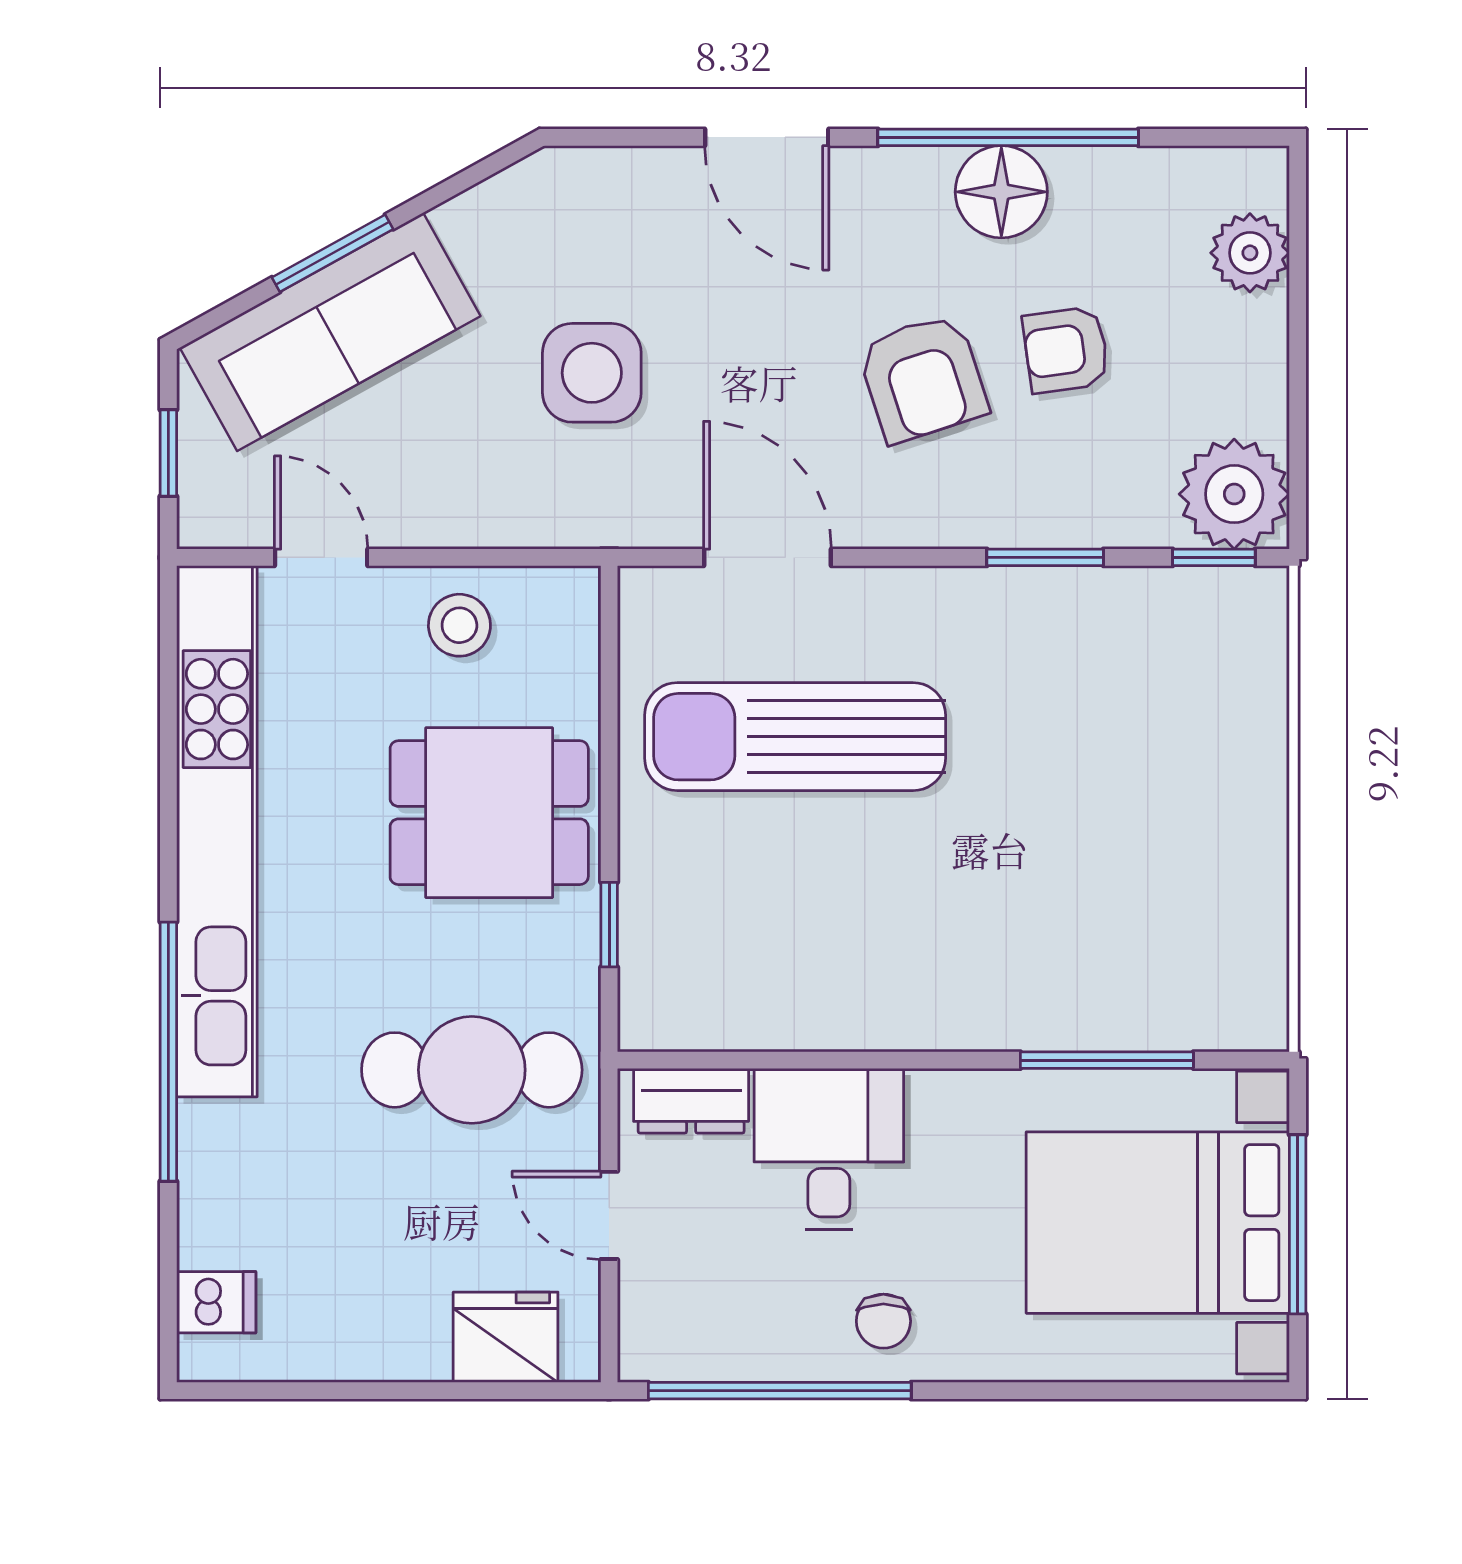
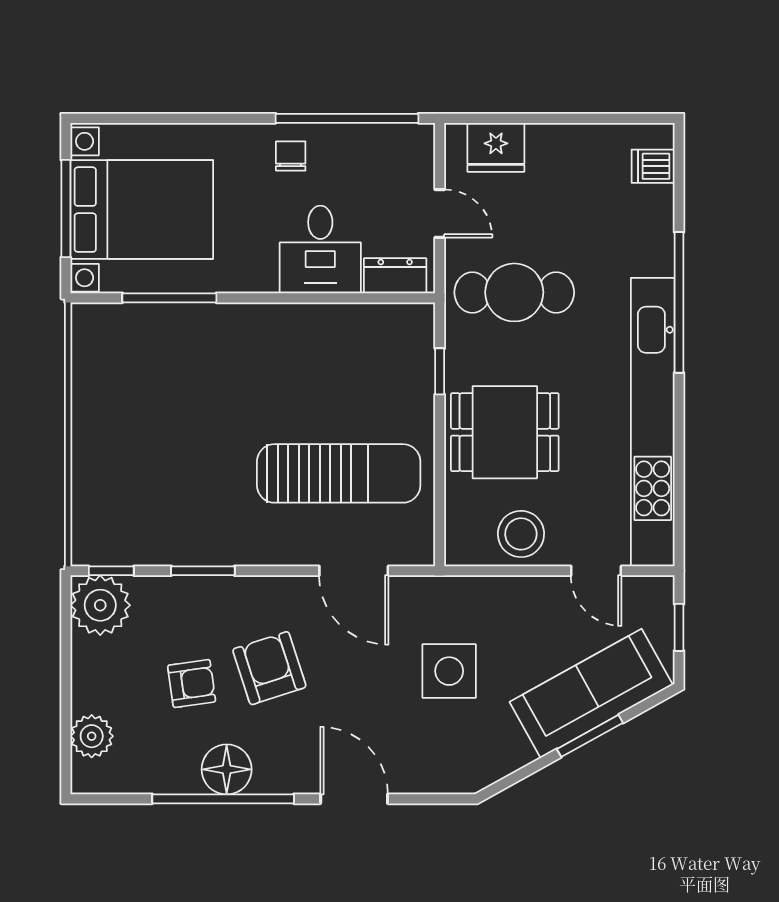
stool: (459, 625) -> (521, 534), width x1.38, depth x1.38

